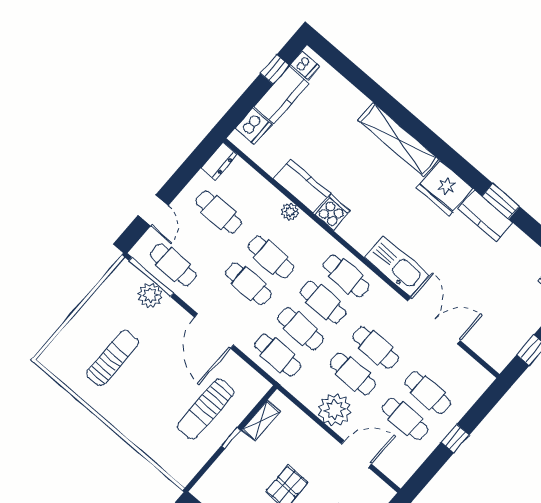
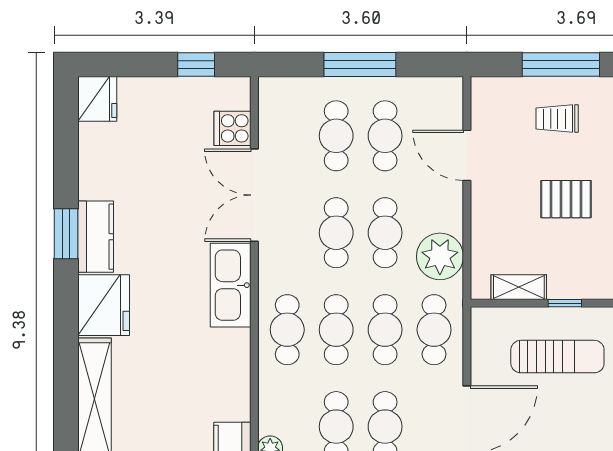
cooker: (332, 213) -> (232, 128), moved
plant: (335, 410) -> (440, 256), moved
window: (455, 438) -> (360, 65), width x2.17

